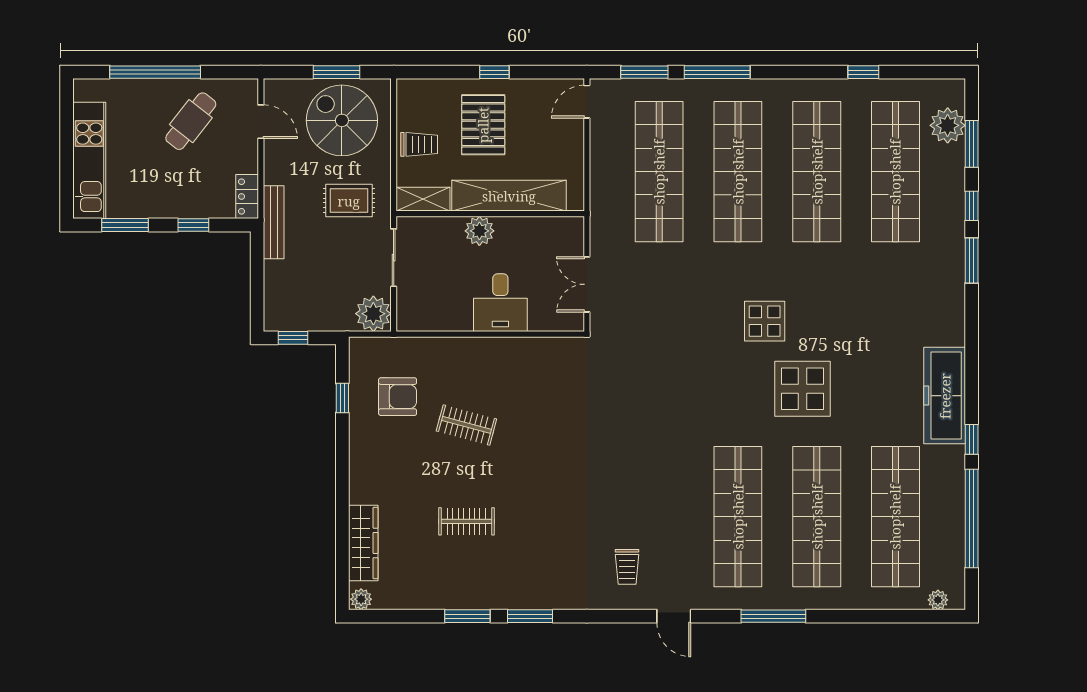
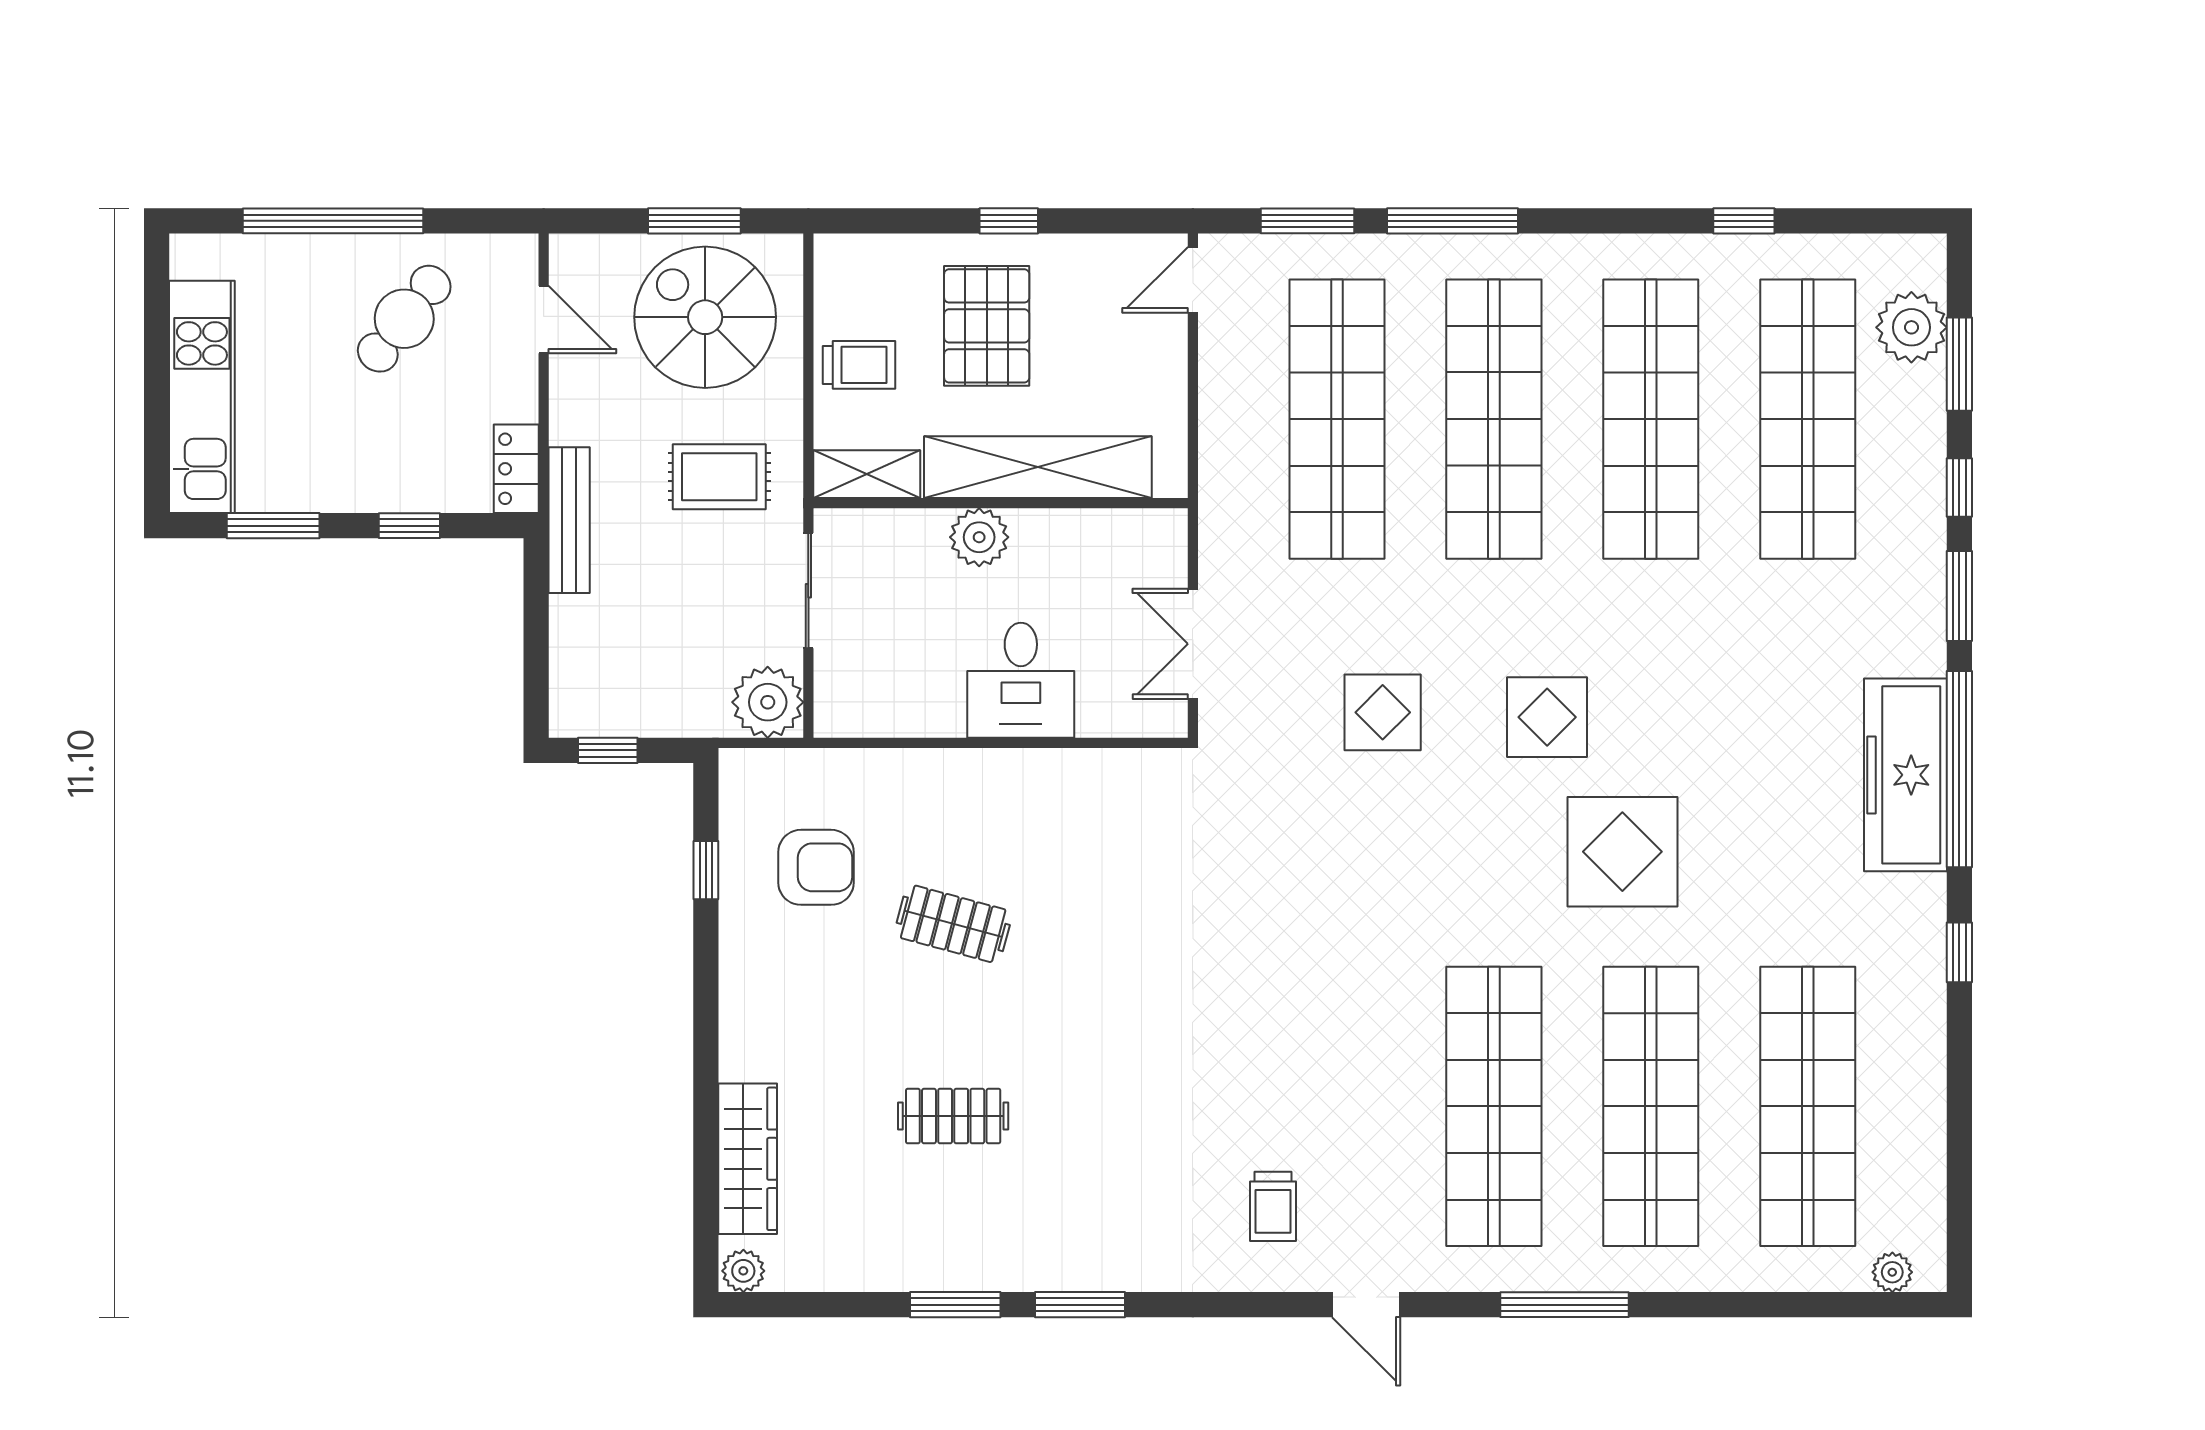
display table: (682, 319) -> (1383, 712), added
freezer: (945, 396) -> (1905, 775), moved
window: (972, 519) -> (1959, 769), moved

